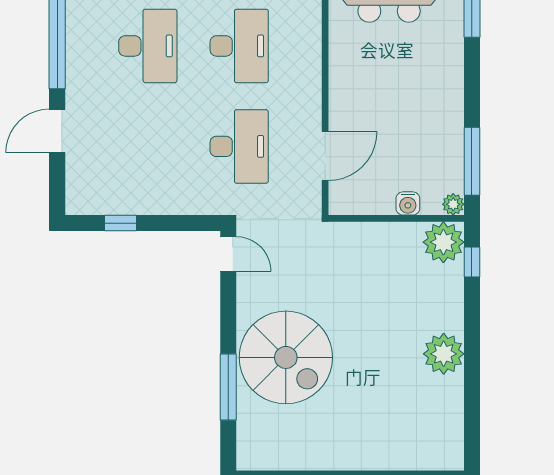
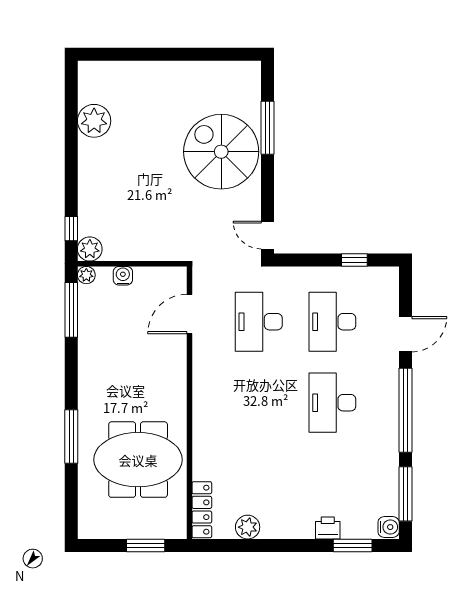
desk: (239, 46) -> (332, 322), moved
plant: (443, 242) -> (90, 249), width x0.73, depth x0.73
plant: (444, 354) -> (94, 121), moved

